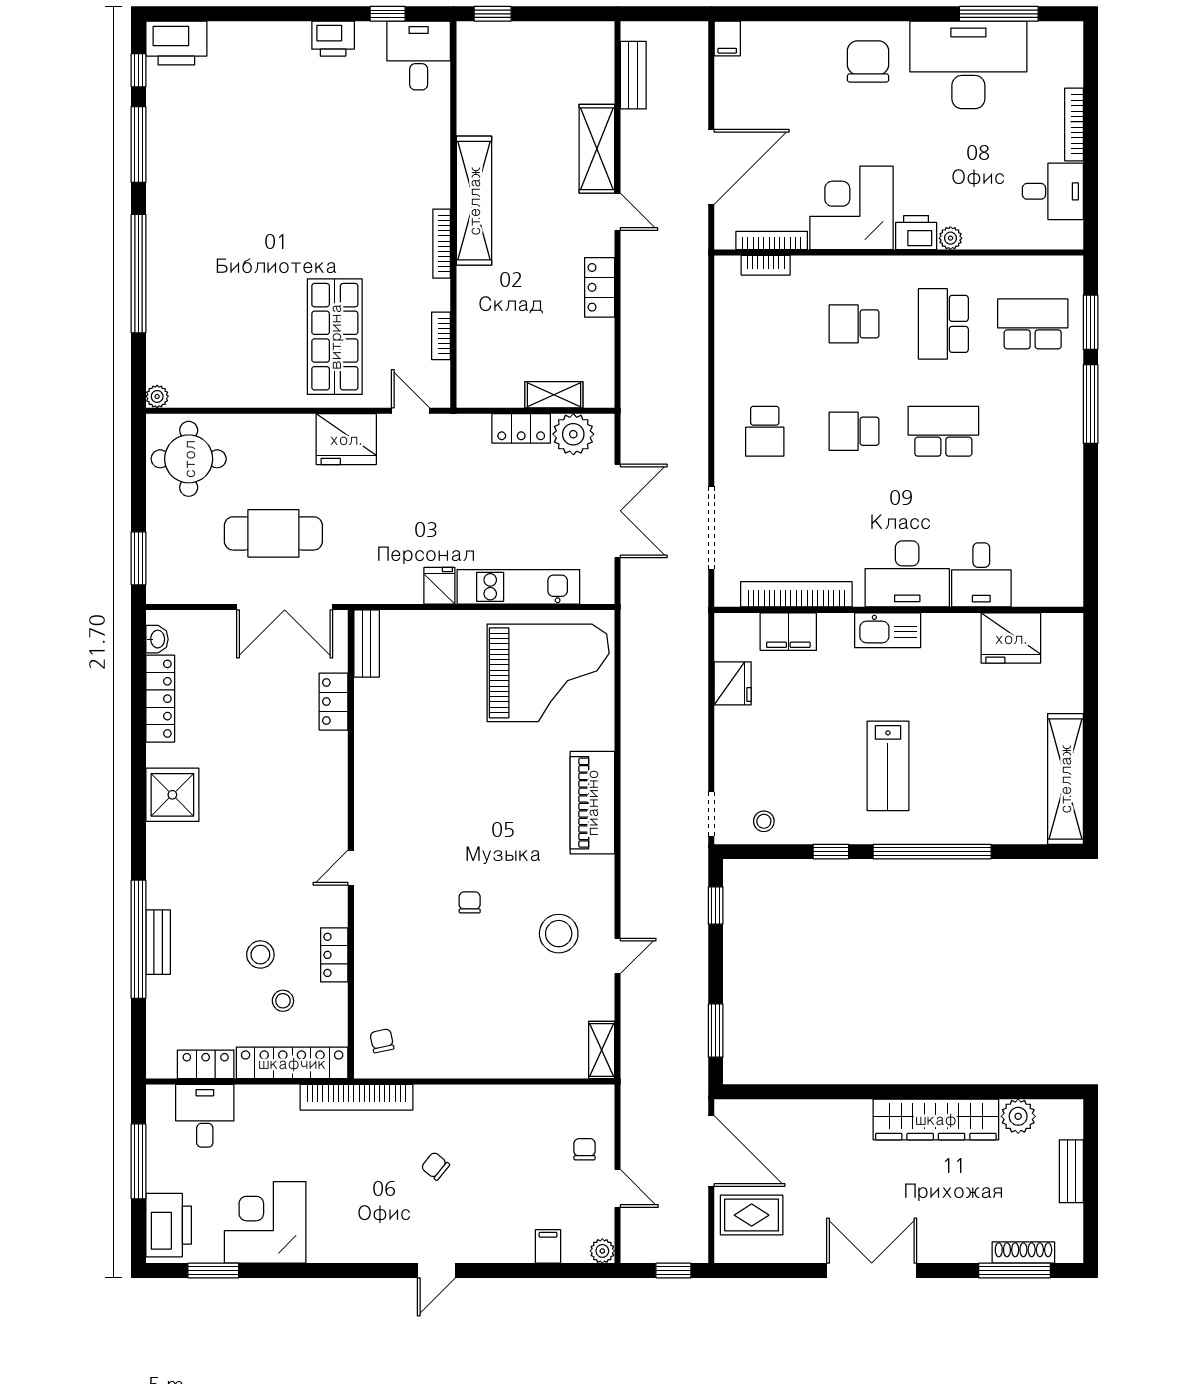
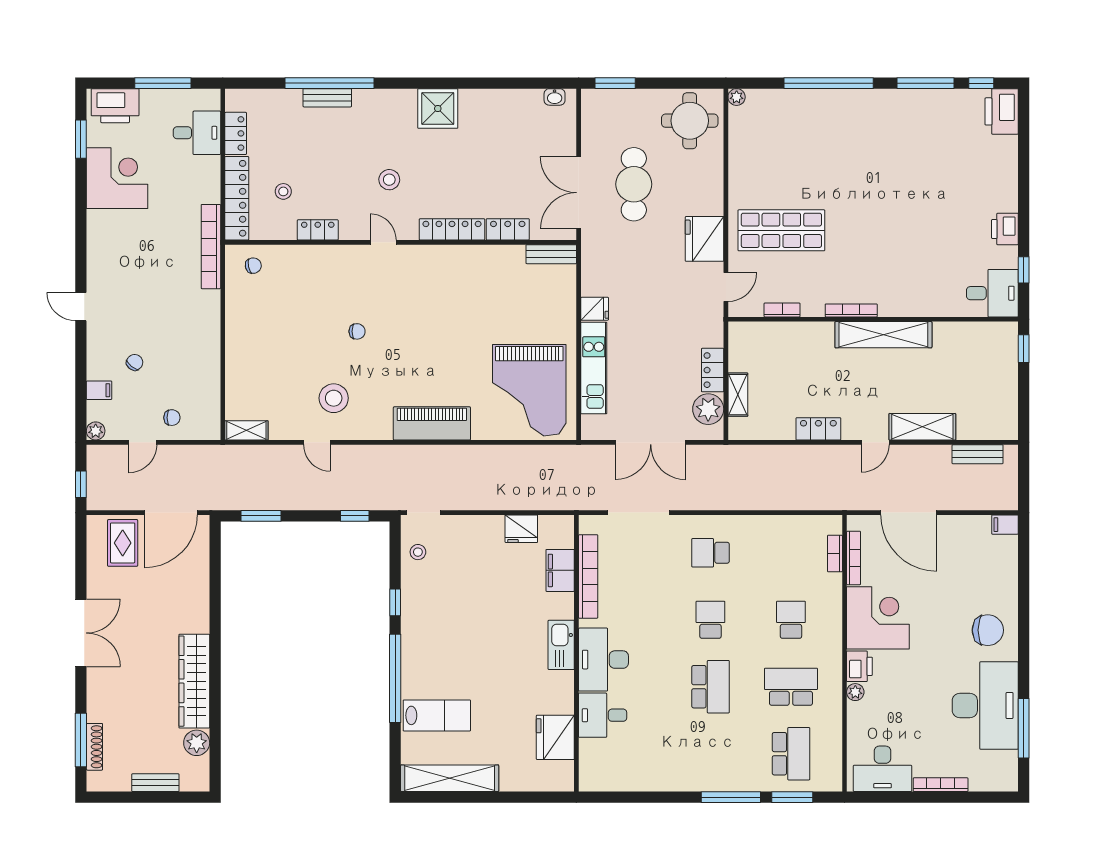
desk: (1053, 191) -> (882, 769), width x1.37
locker: (160, 699) -> (452, 229), moved, turned 180
lab bench: (888, 766) -> (437, 715), moved, turned 180
stool: (260, 955) -> (389, 180), moved
chair: (435, 1166) -> (135, 362), moved

